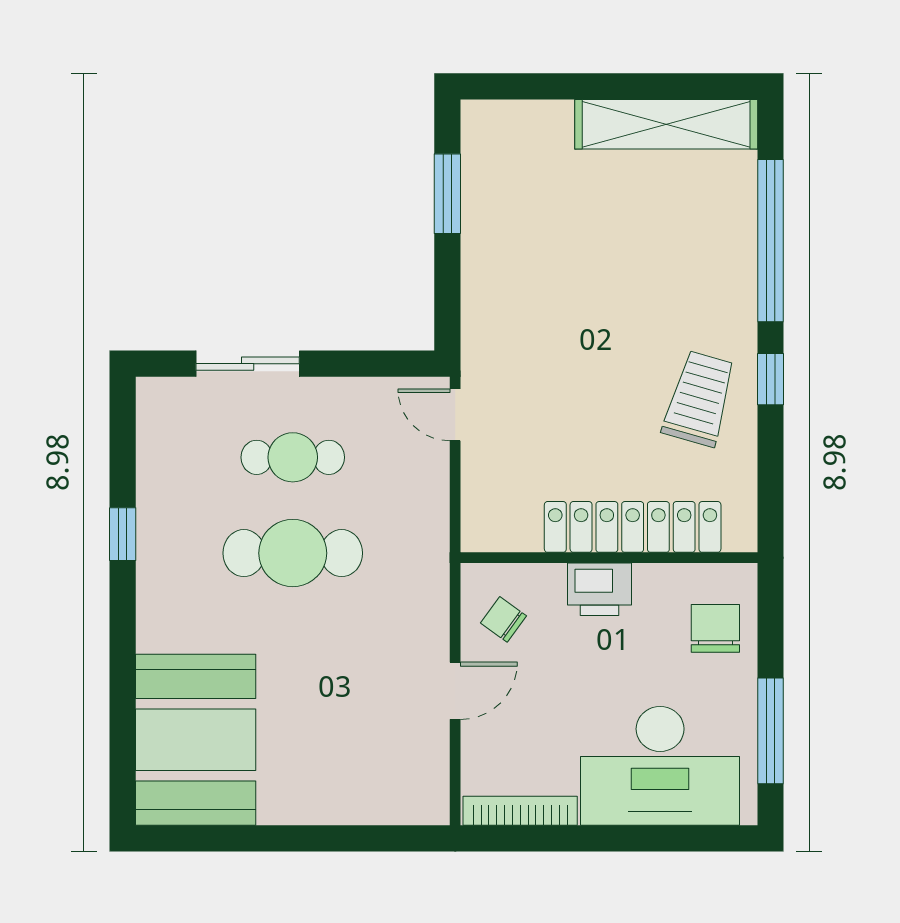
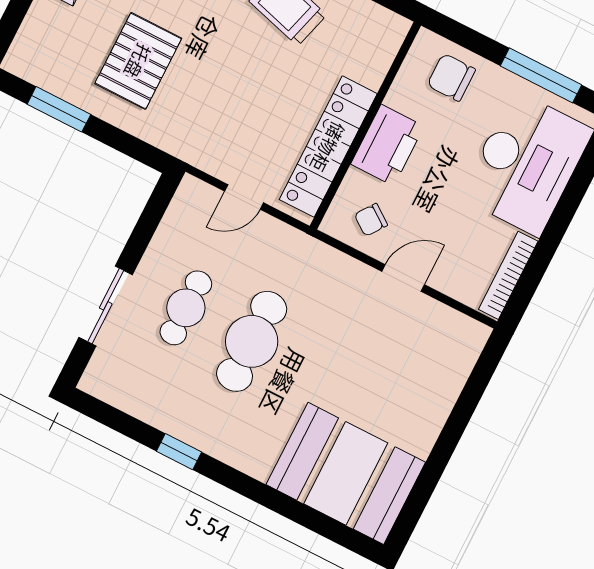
pallet: (550, 257) -> (138, 61), added
door: (455, 415) -> (244, 197), moved
locker: (633, 527) -> (328, 147), moved
printer: (599, 589) -> (387, 145), width x1.37, depth x1.19
door: (455, 691) -> (403, 278), hinge flipped

